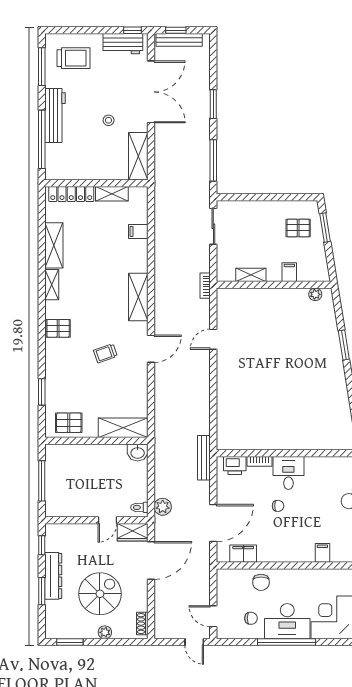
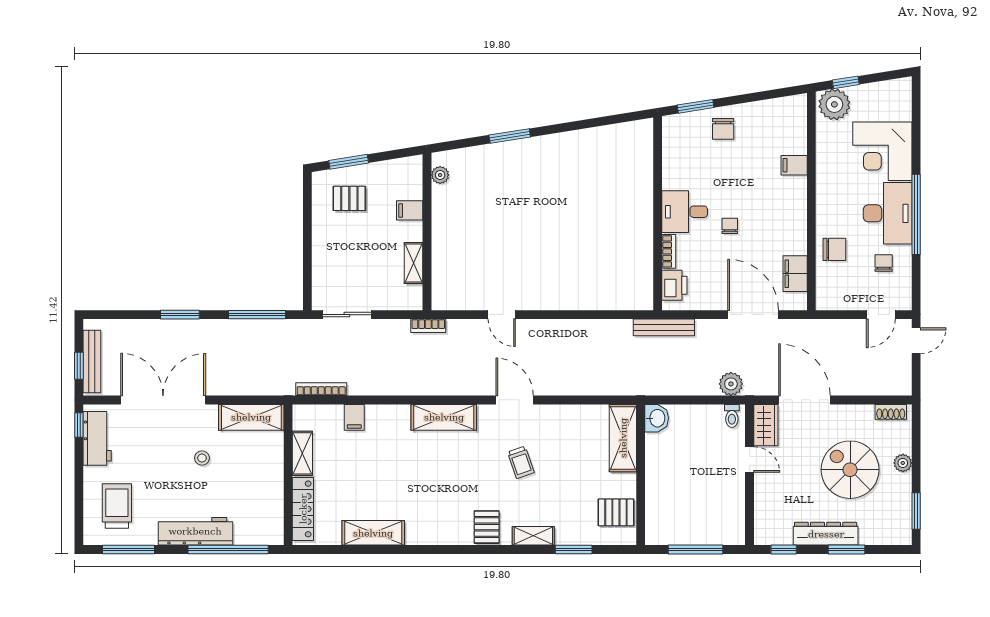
bookcase: (159, 207) -> (321, 389), added
pallet: (298, 228) -> (349, 198), turned 90
shelving: (52, 285) -> (533, 536), moved
pallet: (69, 423) -> (616, 512), turned 90

